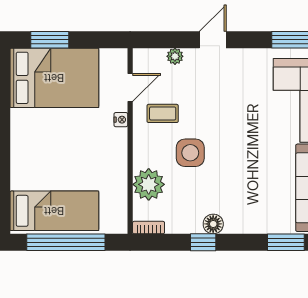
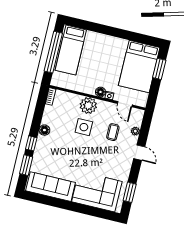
coffee table: (163, 113) -> (113, 132), moved
floor lamp: (118, 138) -> (100, 92), added
plant: (149, 184) -> (88, 106), moved
window: (203, 242) -> (31, 143), moved

